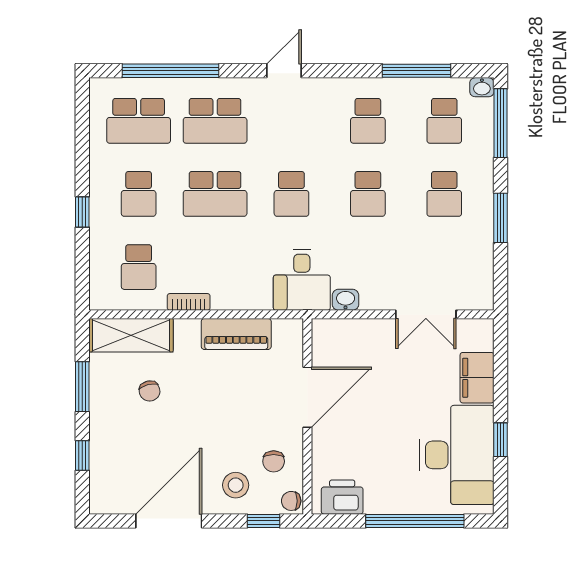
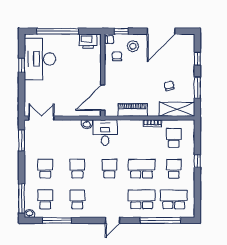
window: (501, 218) -> (22, 141), moved
double door: (426, 314) -> (41, 118), moved
filing cabinet: (477, 378) -> (31, 91), removed
door: (307, 397) -> (103, 98), moved

